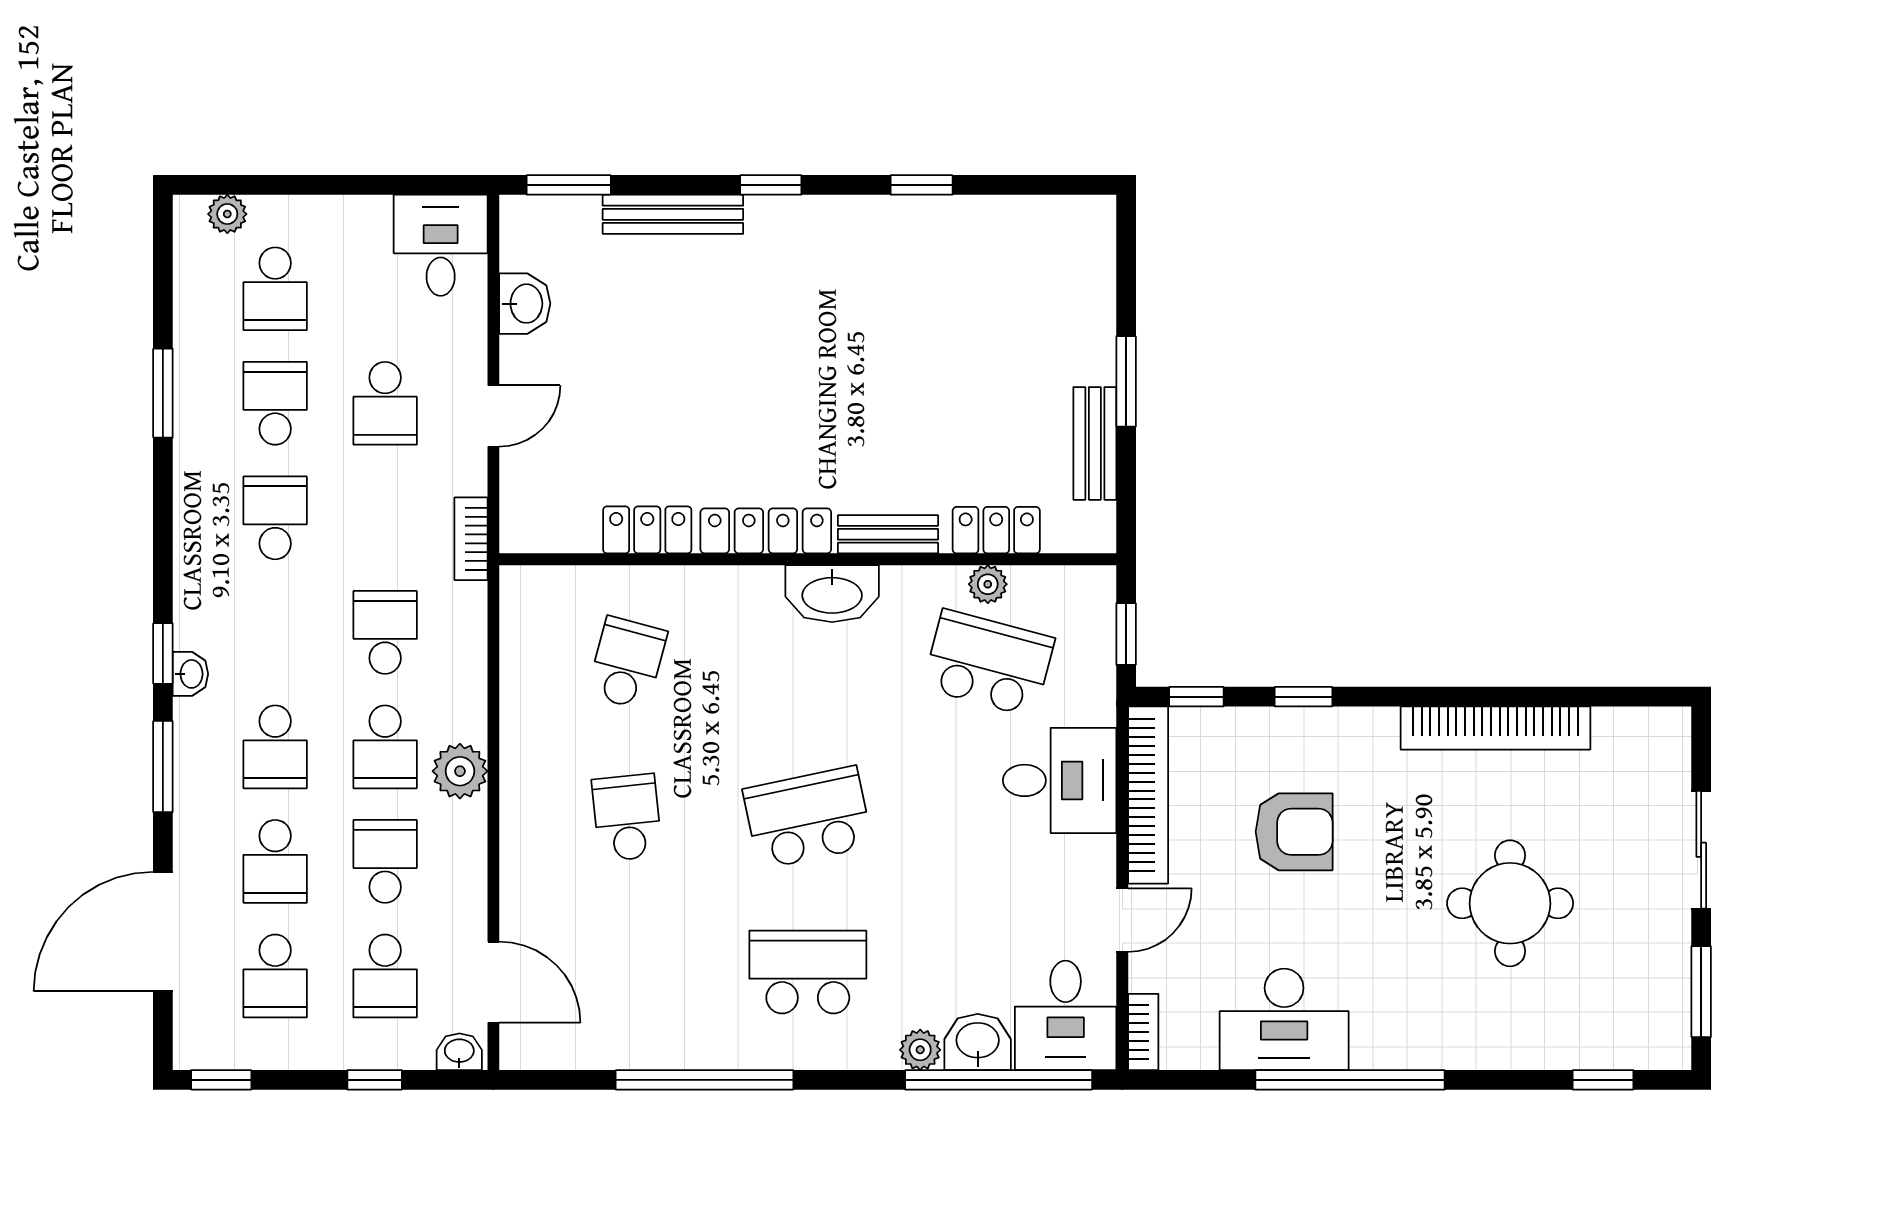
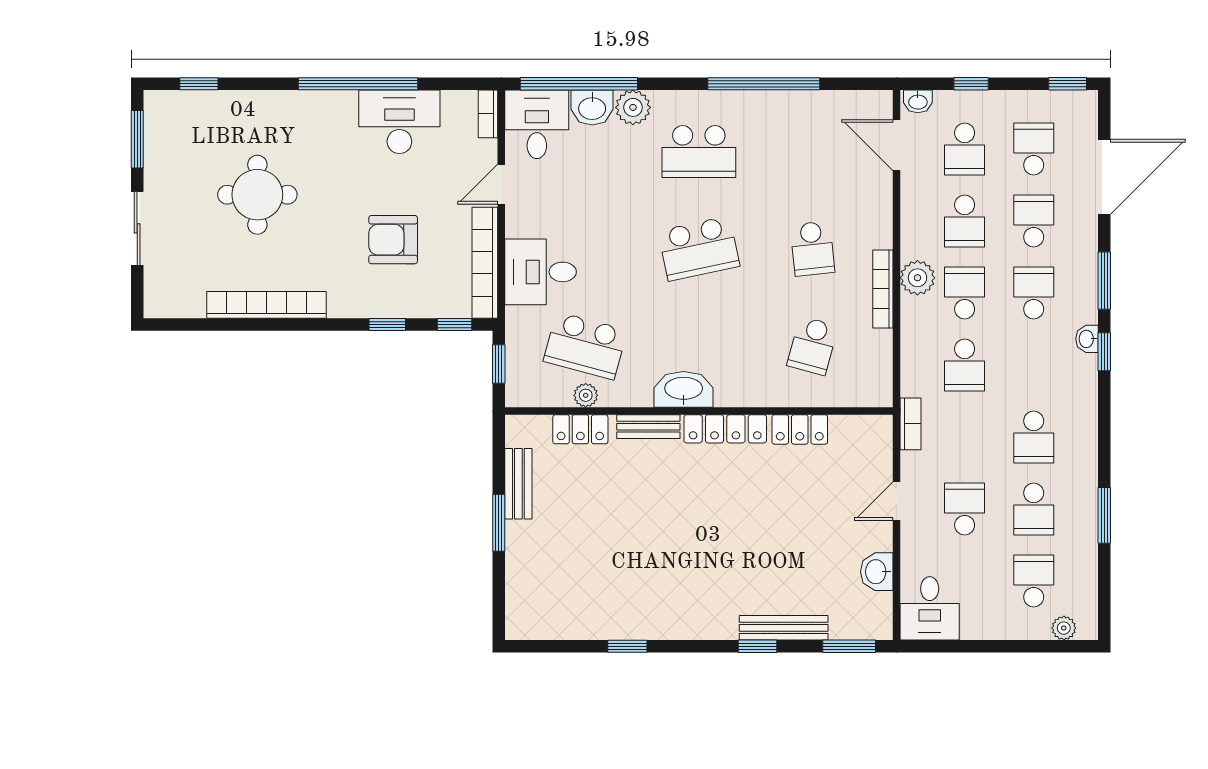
window: (771, 185) -> (758, 646), moved
bookcase: (515, 753) -> (883, 289), added
school desk: (385, 976) -> (965, 149), turned 180
plant: (920, 1050) -> (633, 107), width x1.38, depth x1.38

